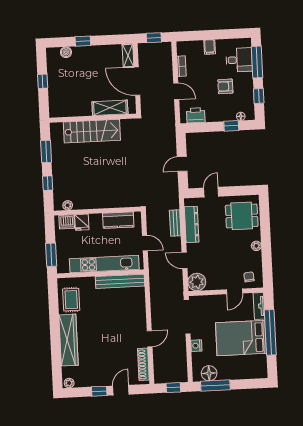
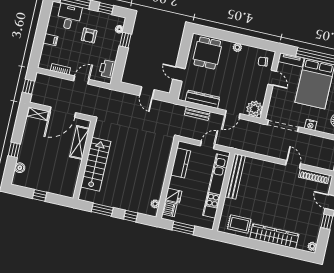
window: (51, 255) -> (183, 228), moved

